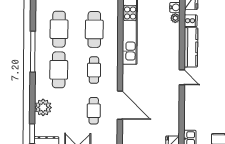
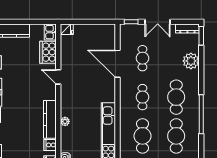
plant: (175, 18) -> (65, 121), moved
door: (182, 77) -> (58, 77), moved
cooker: (192, 118) -> (48, 52), added

